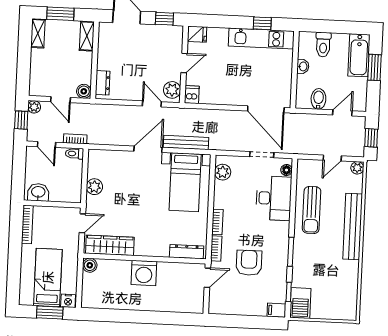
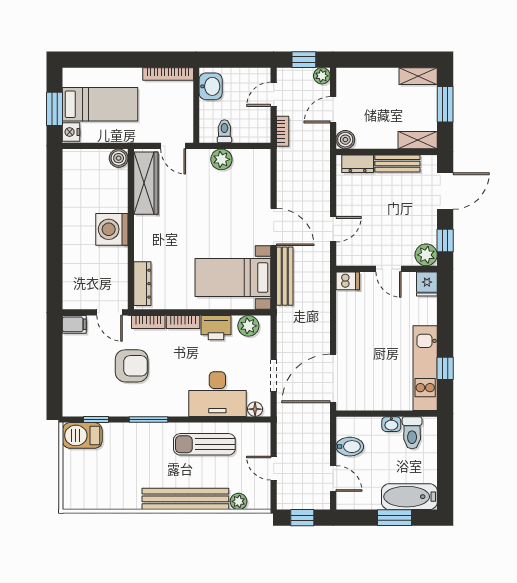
toilet: (323, 45) -> (412, 433), moved, turned -90
bench: (104, 52) -> (397, 163), added
plant: (172, 90) -> (426, 255), moved
toilet: (74, 154) -> (224, 131), moved
plant: (357, 168) -> (238, 501), moved
printer: (223, 197) -> (216, 328), added
filing cabinet: (276, 310) -> (74, 324), moved, turned 90

